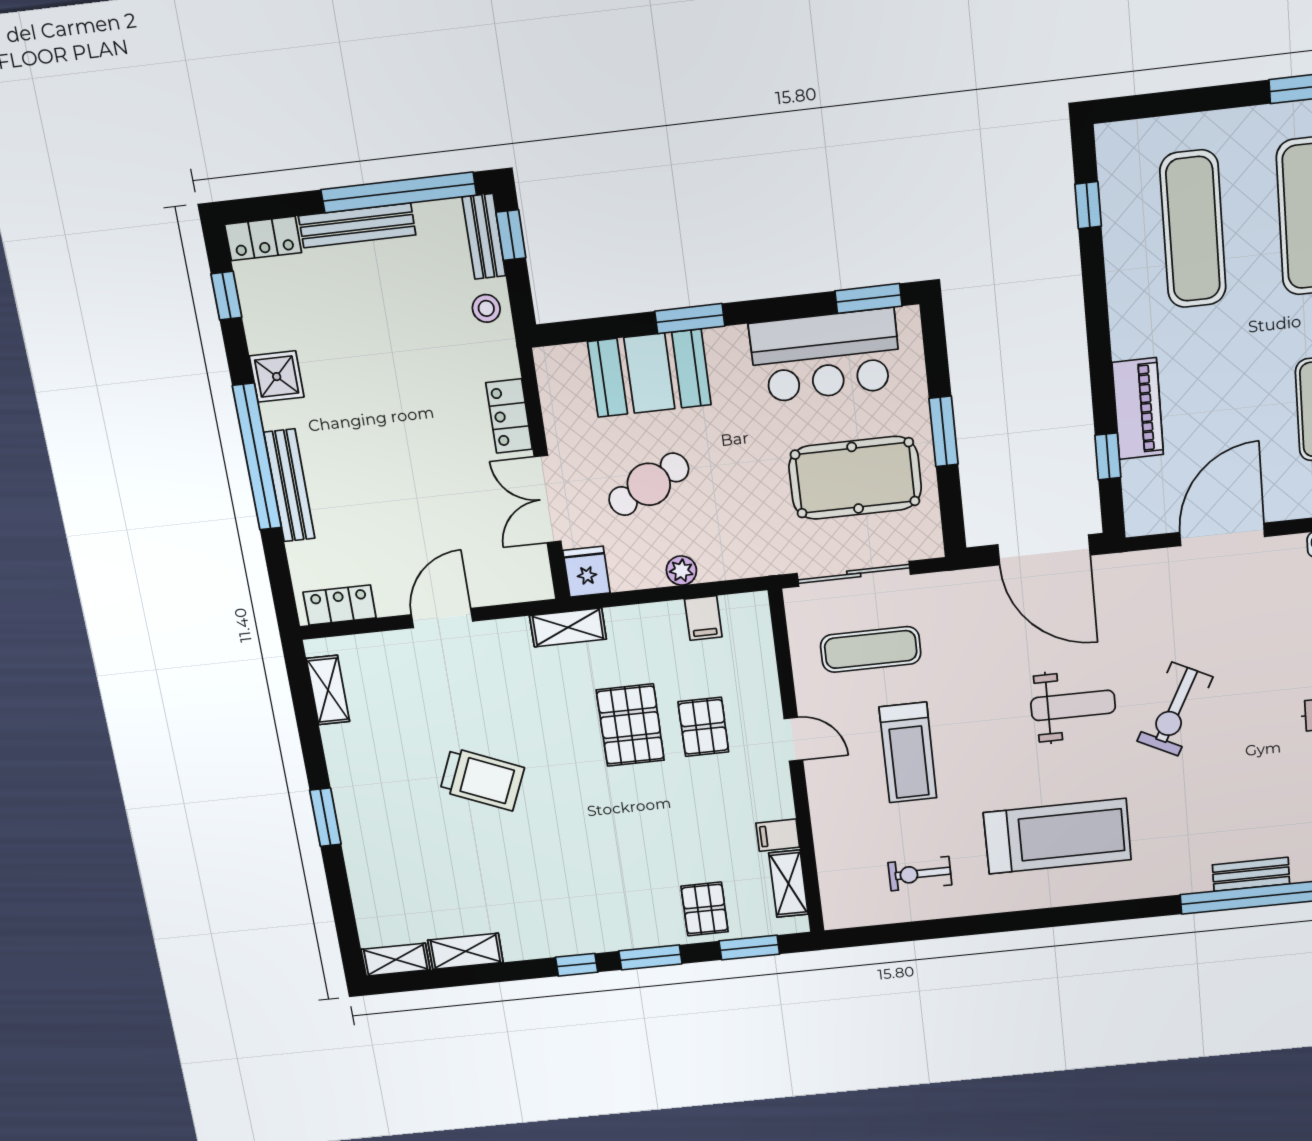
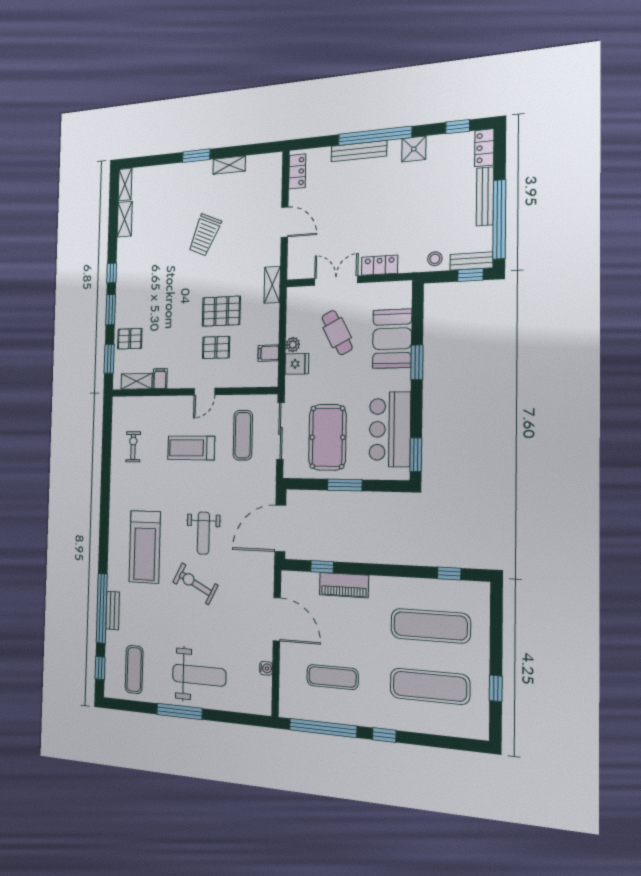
fridge: (586, 572) -> (297, 364), moved
shelving: (328, 690) -> (229, 165), moved
treadmill: (1057, 836) -> (145, 547), moved

